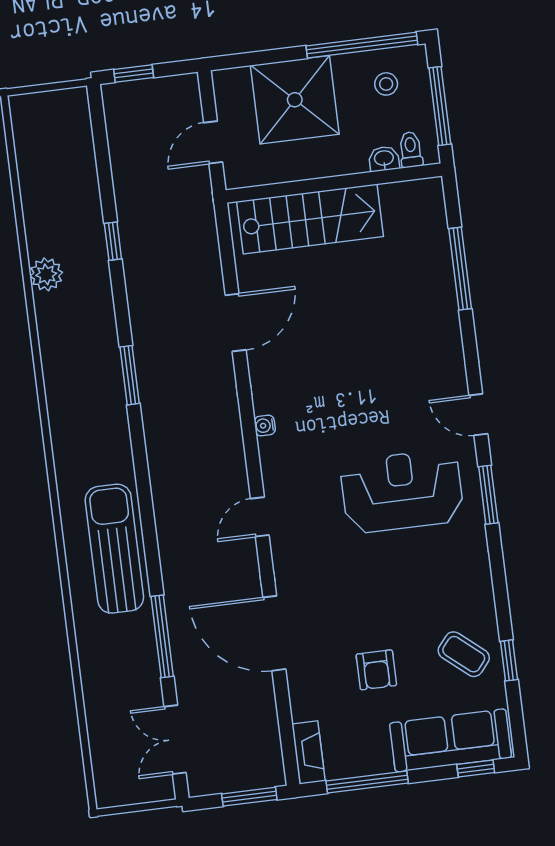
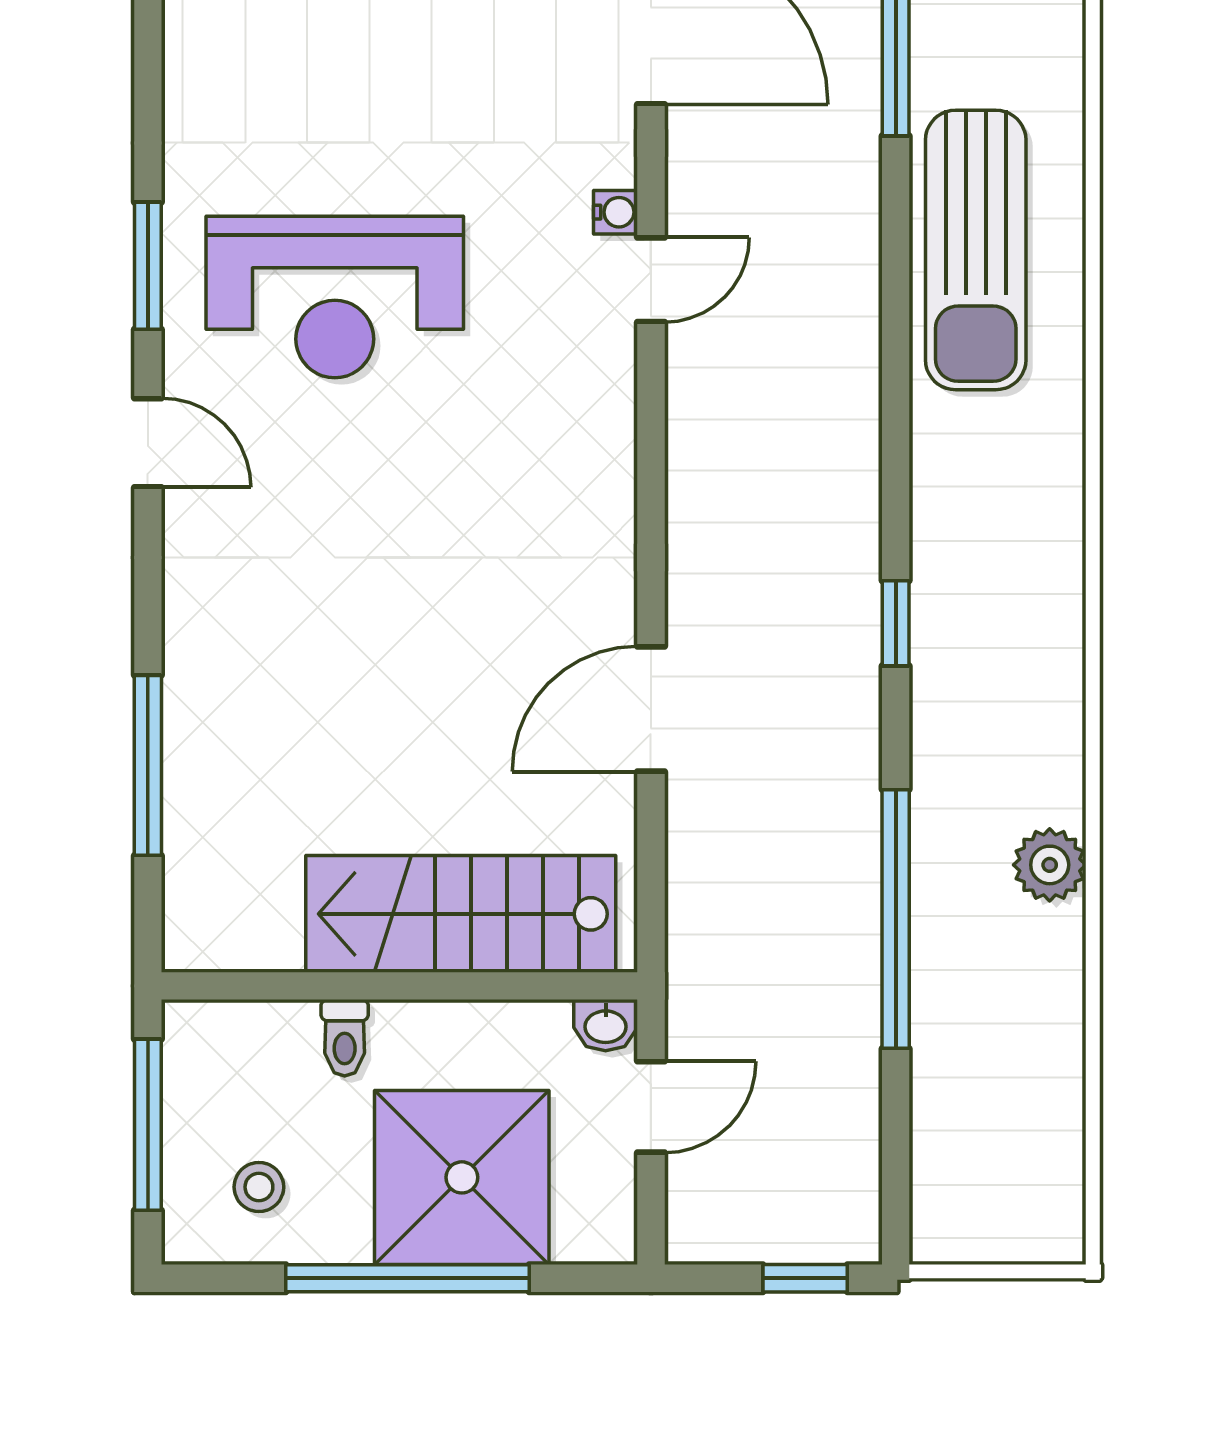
window: (362, 45) -> (408, 1278), moved
toilet: (411, 150) -> (345, 1038), moved
washbasin: (384, 159) -> (606, 1025), moved
window: (113, 241) -> (896, 919), width x3.17
window: (130, 375) -> (896, 623), width x0.67
water cooler: (265, 425) -> (615, 212), moved

